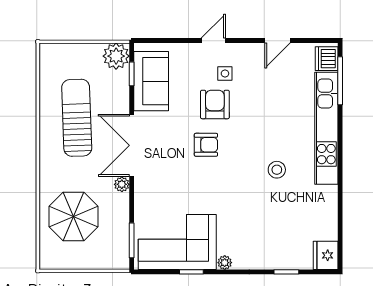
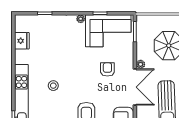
armchair: (206, 145) -> (107, 69), moved, turned 90
stool: (277, 170) -> (53, 86), moved
fridge: (326, 255) -> (22, 41), moved

